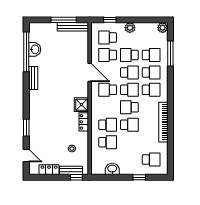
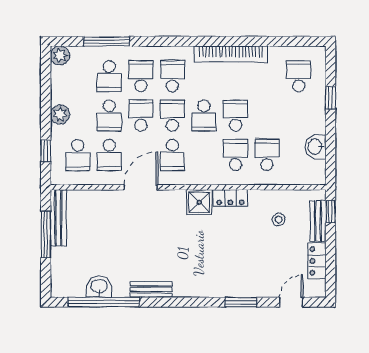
school desk: (151, 55) -> (109, 76), turned 180

